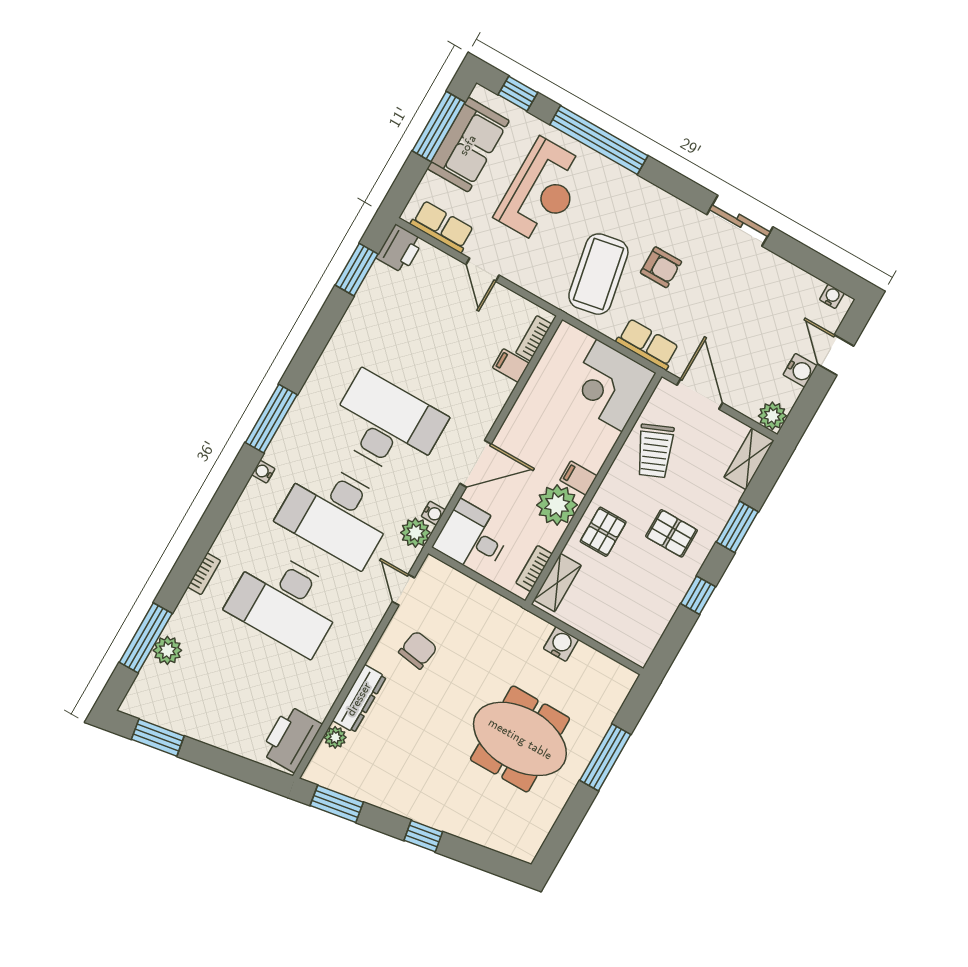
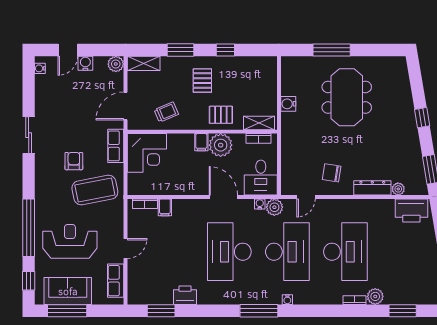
printer: (400, 249) -> (185, 295), moved
trolley: (655, 451) -> (166, 112), width x0.73, depth x0.72
window: (146, 638) -> (403, 311), width x0.69
plant: (167, 650) -> (375, 296), moved

